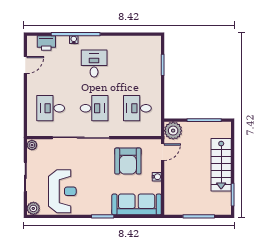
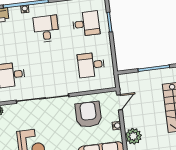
desk: (94, 108) -> (86, 24), moved
plant: (173, 131) -> (133, 136), moved
armchair: (128, 161) -> (88, 115), turned 180

